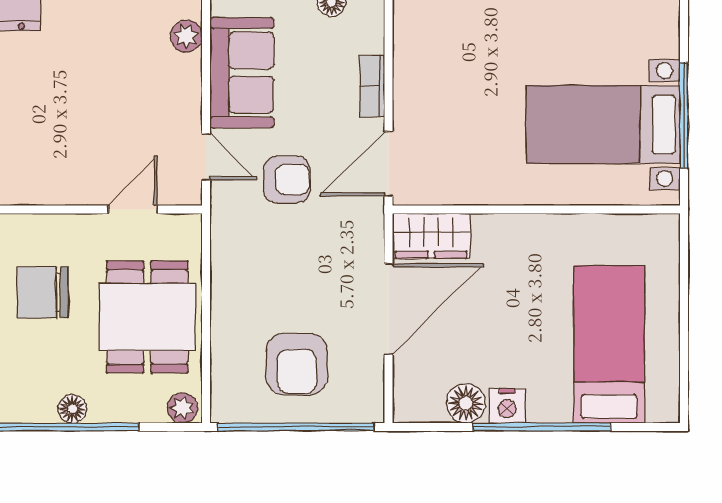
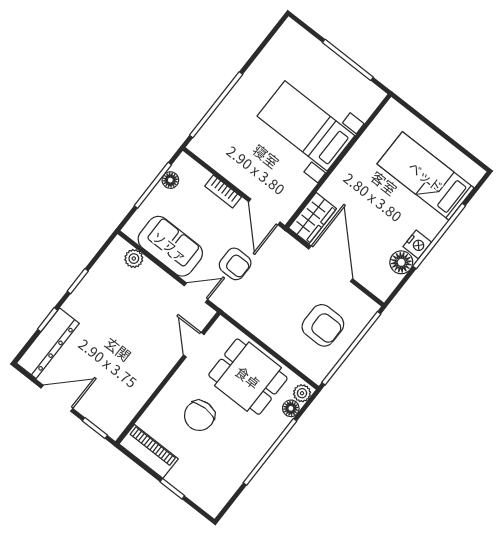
bed with nightstands: (603, 125) -> (306, 126), moved, turned 90
armchair: (287, 179) -> (235, 264), turned 90
floor lamp: (72, 409) -> (291, 408), moved

